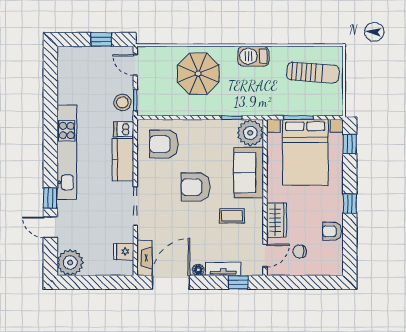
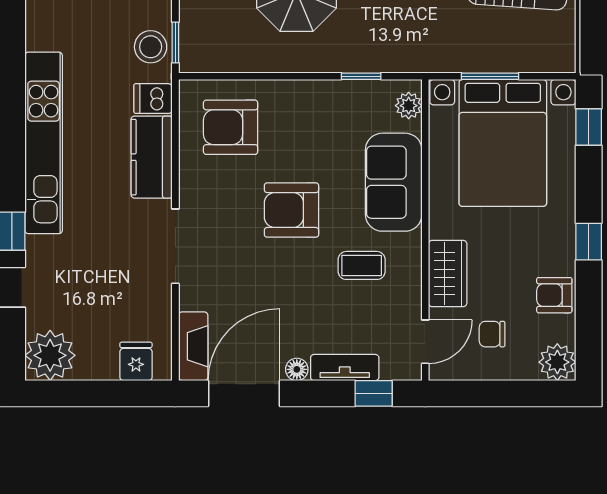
plant: (250, 133) -> (409, 106), width x0.53, depth x0.53
fridge: (124, 252) -> (136, 361), moved, turned 90
plant: (334, 266) -> (557, 362), added

